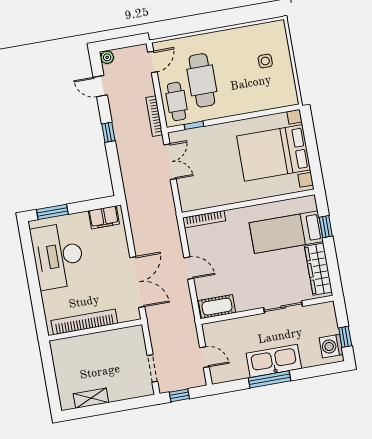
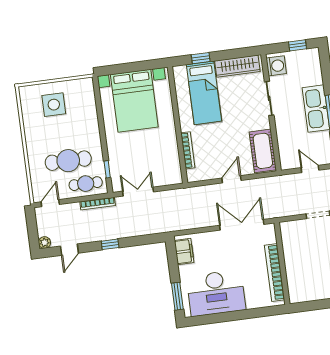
side table: (265, 61) -> (54, 105), width x1.87, depth x1.87
door: (152, 62) -> (50, 203), hinge flipped
bookcase: (204, 219) -> (188, 150), moved
cot: (217, 307) -> (263, 151), width x1.37, depth x1.34
washing machine: (331, 346) -> (276, 66), moved, turned -90
door: (204, 357) -> (310, 169), hinge flipped

